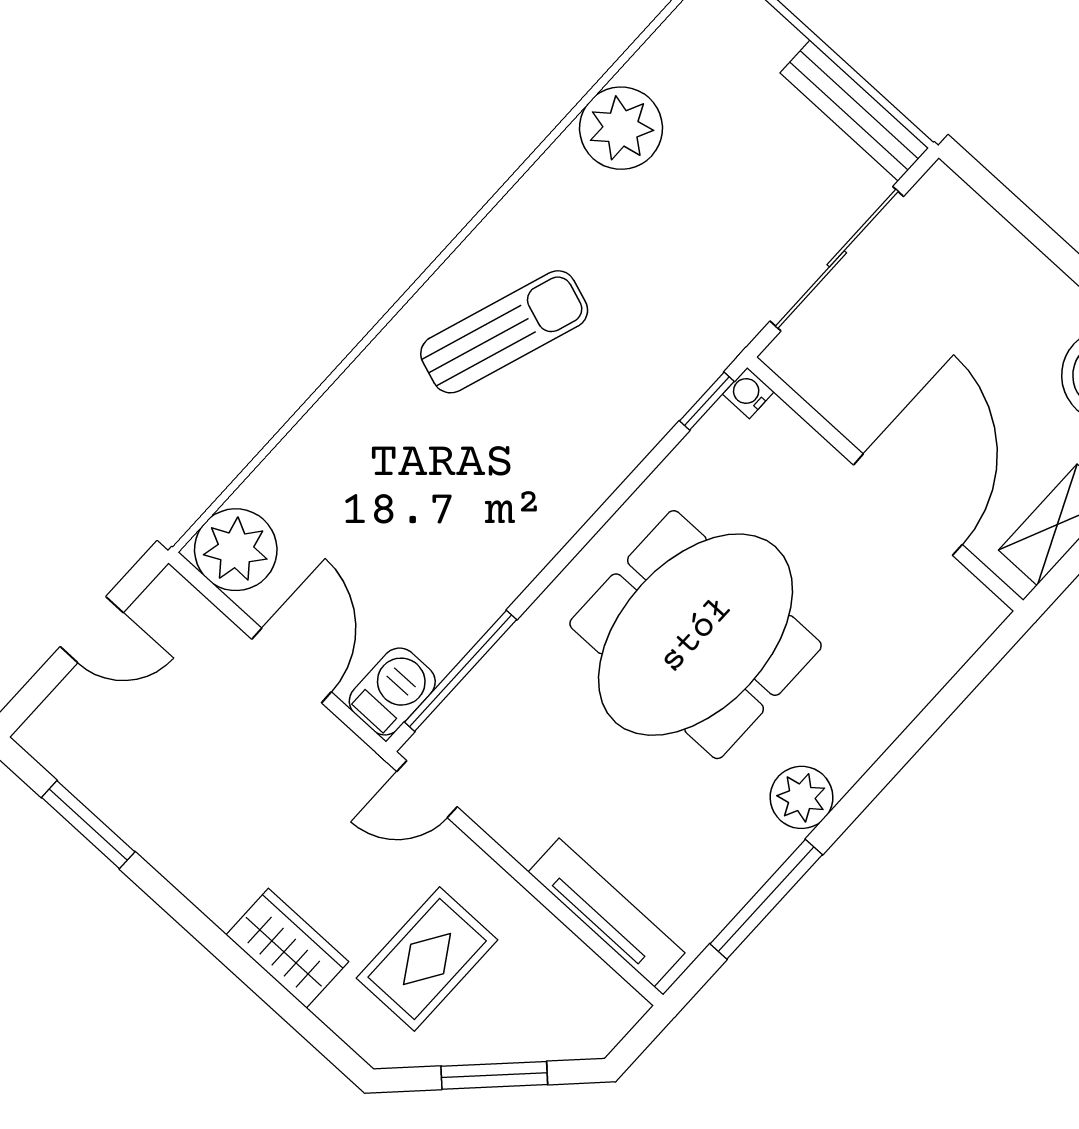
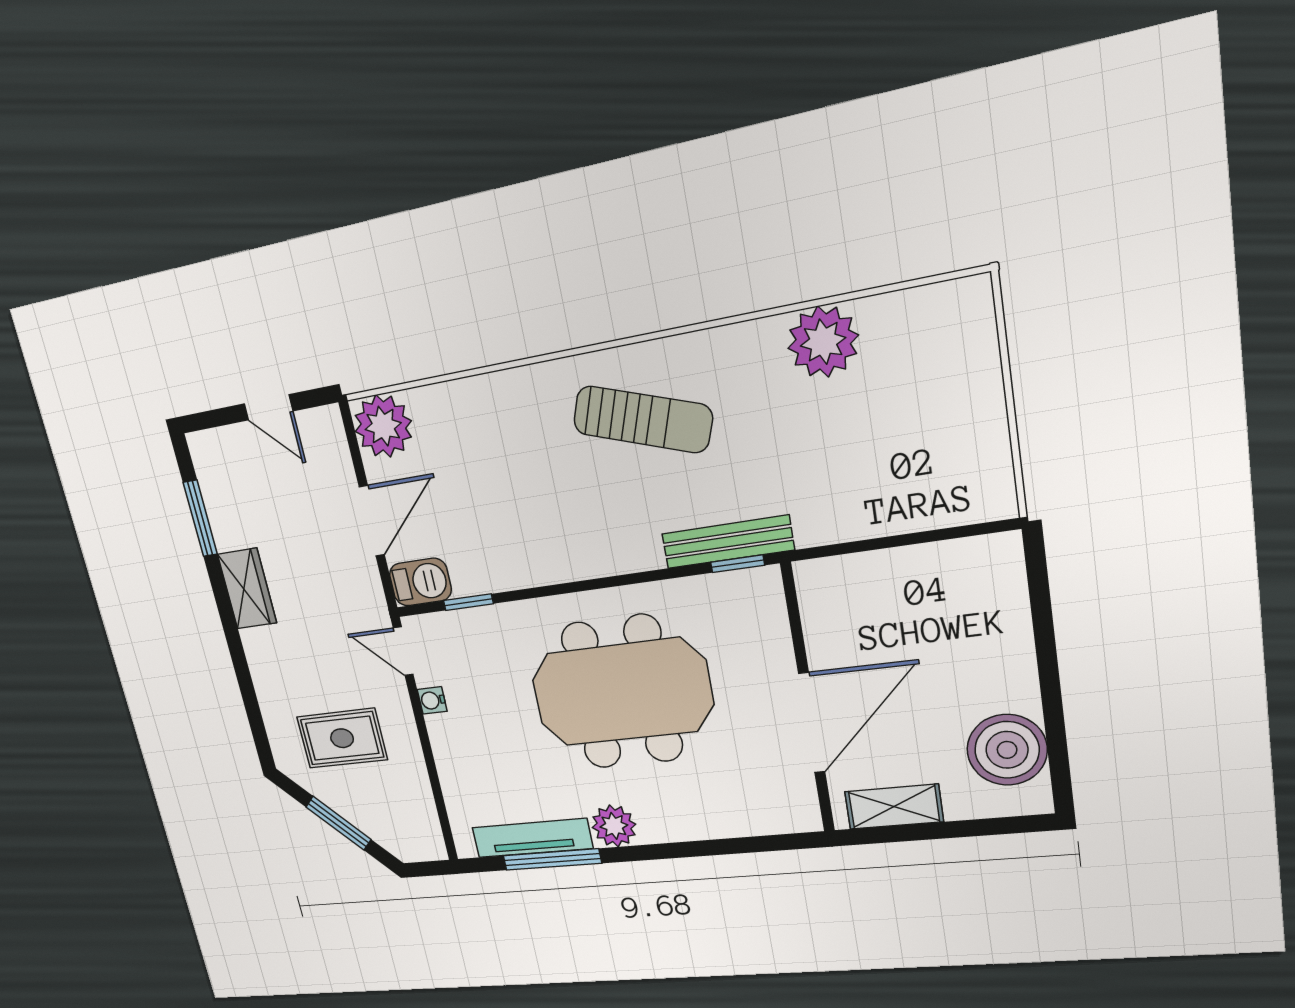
bench: (854, 111) -> (728, 542), moved, turned 90
sliding door: (837, 259) -> (895, 541), removed
water cooler: (748, 393) -> (432, 700), moved, turned -90
window: (461, 671) -> (468, 602), width x0.46
tv unit: (607, 913) -> (532, 838), moved, turned -90
wardrobe: (287, 948) -> (247, 589), moved

